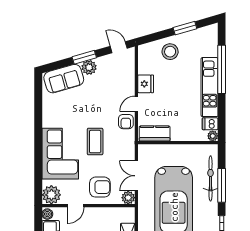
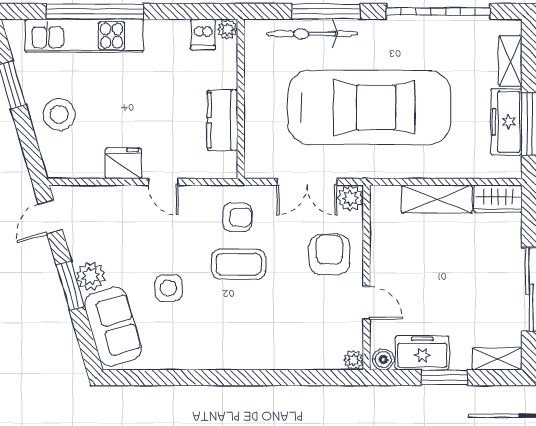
kitchen unit: (210, 87) -> (84, 36), moved
side table: (83, 106) -> (168, 288), added
armchair: (126, 122) -> (237, 217), moved
kitchen counter: (155, 134) -> (223, 120), moved
corner sofa: (60, 154) -> (263, 334), removed
plant: (51, 195) -> (353, 360), width x0.53, depth x0.53

